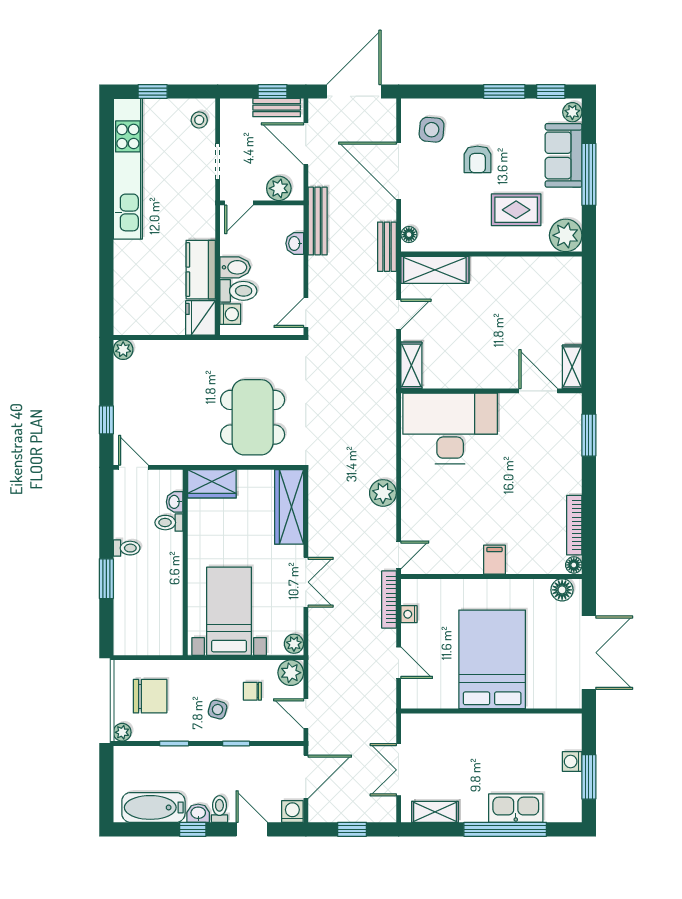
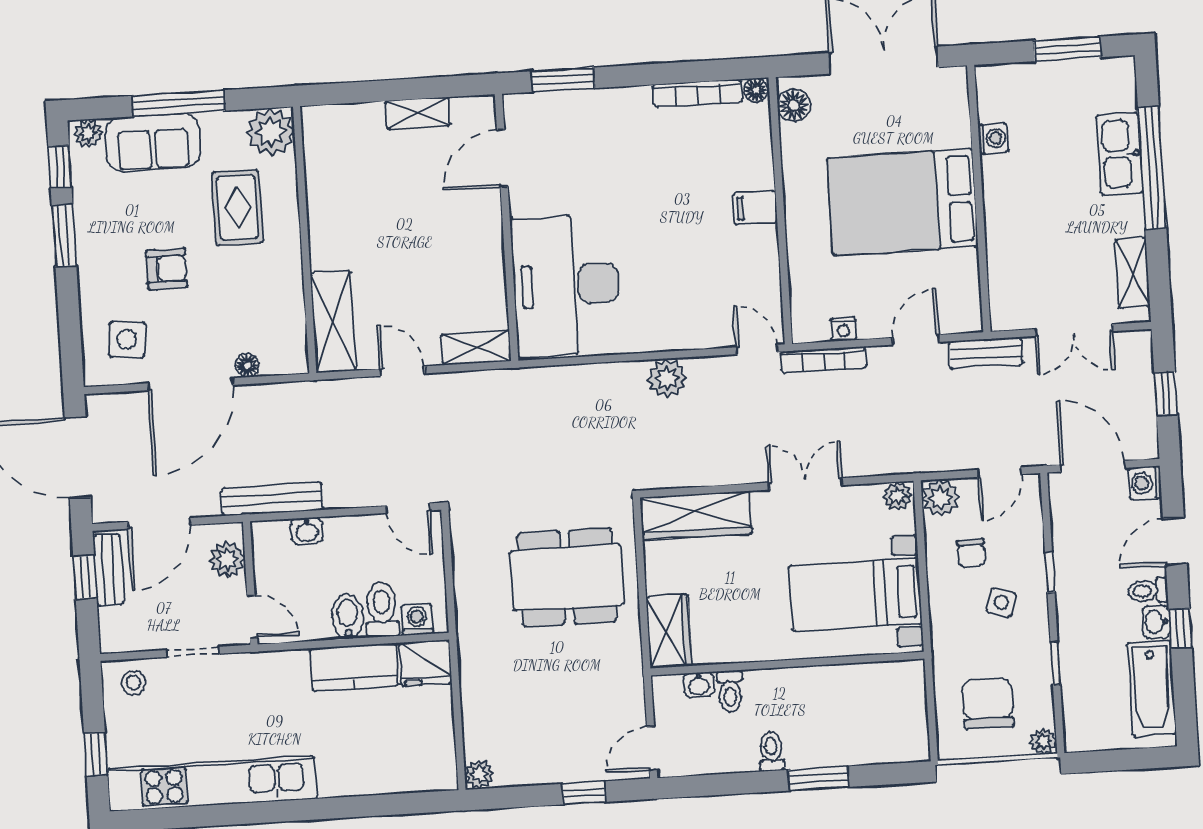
floor lamp: (409, 235) -> (247, 365), moved
bench: (387, 247) -> (986, 353), moved
shelving: (572, 367) -> (418, 113), moved
washing machine: (572, 761) -> (993, 138), moved, turned -90

